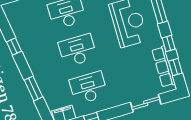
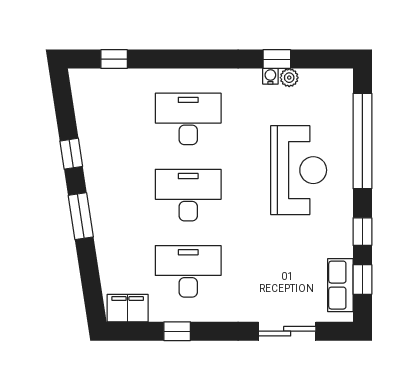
row of seats: (164, 67) -> (340, 285), width x0.68
window: (33, 89) -> (81, 216), moved

